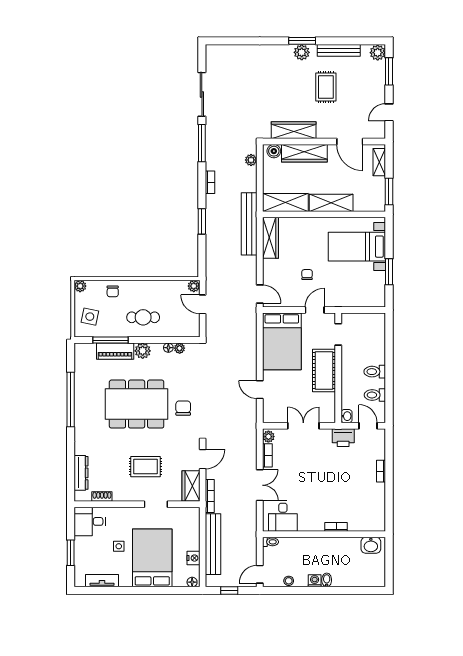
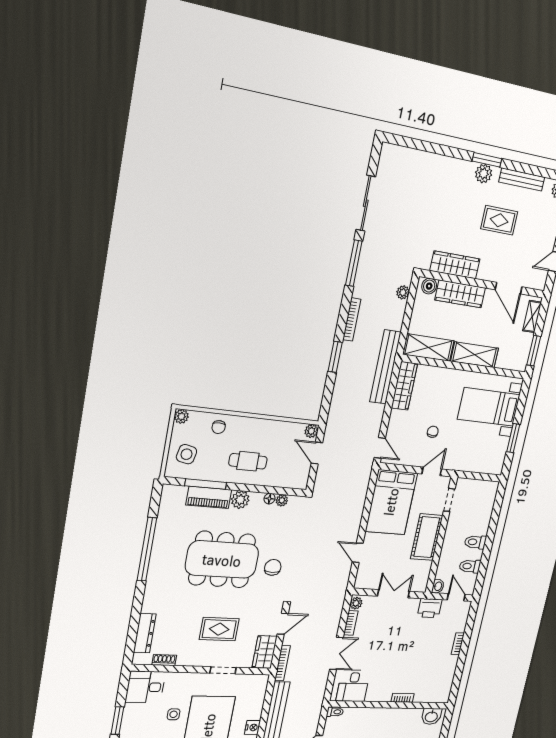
rug: (326, 87) -> (499, 220), turned 90
bookcase: (210, 182) -> (352, 319), width x1.56

